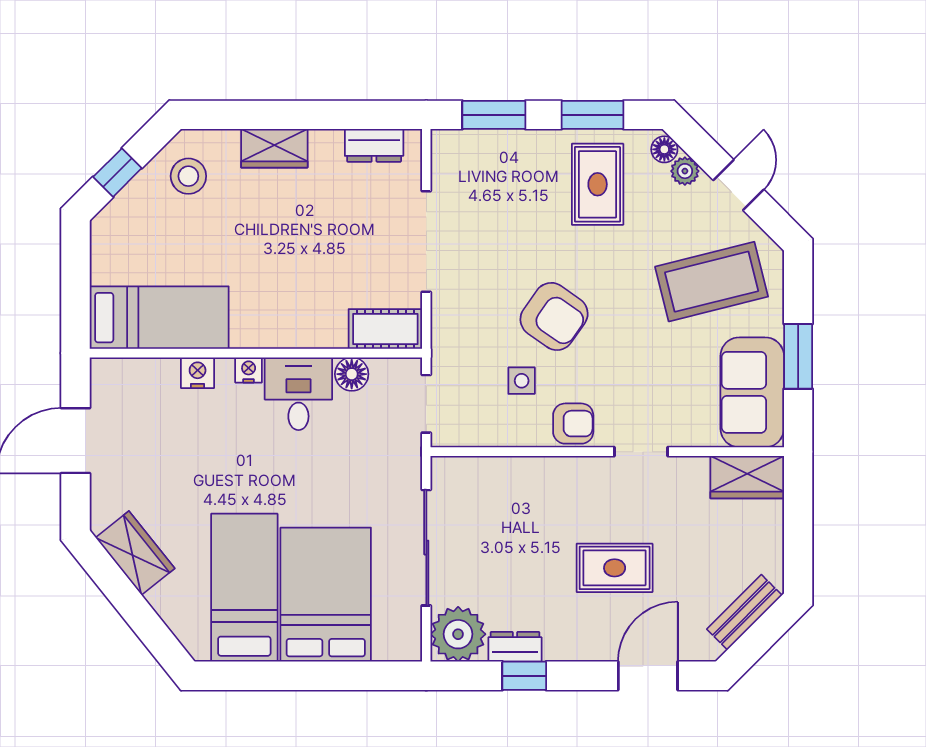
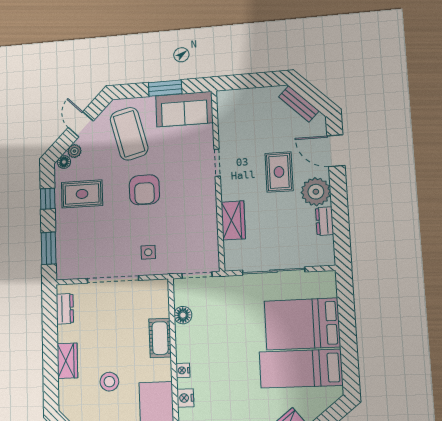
window: (593, 115) -> (48, 199), width x0.67
stool: (188, 176) -> (109, 382), moved
door: (738, 185) -> (81, 124), hinge flipped
armchair: (554, 316) -> (144, 190), moved, turned 145
cot: (385, 329) -> (160, 338), moved
side table: (522, 381) -> (148, 252), moved
desk: (298, 394) -> (194, 343), removed
armchair: (573, 424) -> (204, 198), removed
wardrobe: (747, 477) -> (233, 220), moved
plant: (458, 634) -> (316, 192), moved
window: (524, 676) -> (340, 215), removed

